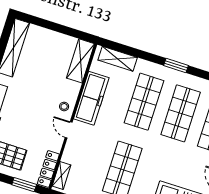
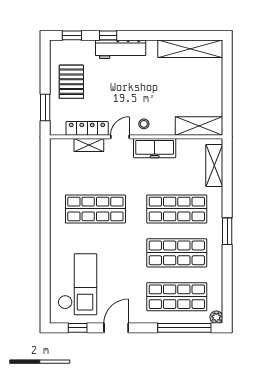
freezer: (91, 98) -> (155, 148), width x0.73, depth x0.79
locker: (48, 169) -> (87, 128), moved
shelving: (62, 176) -> (89, 145), moved

